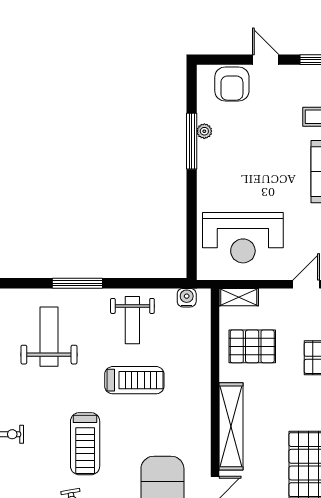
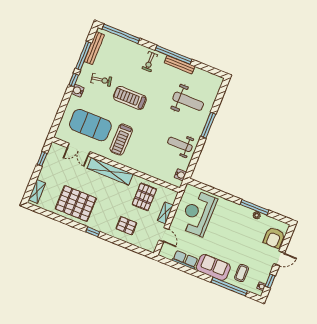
armchair: (232, 84) -> (274, 238), turned -90
shelving: (239, 297) -> (165, 213), moved
treadmill: (134, 380) -> (121, 140), moved

